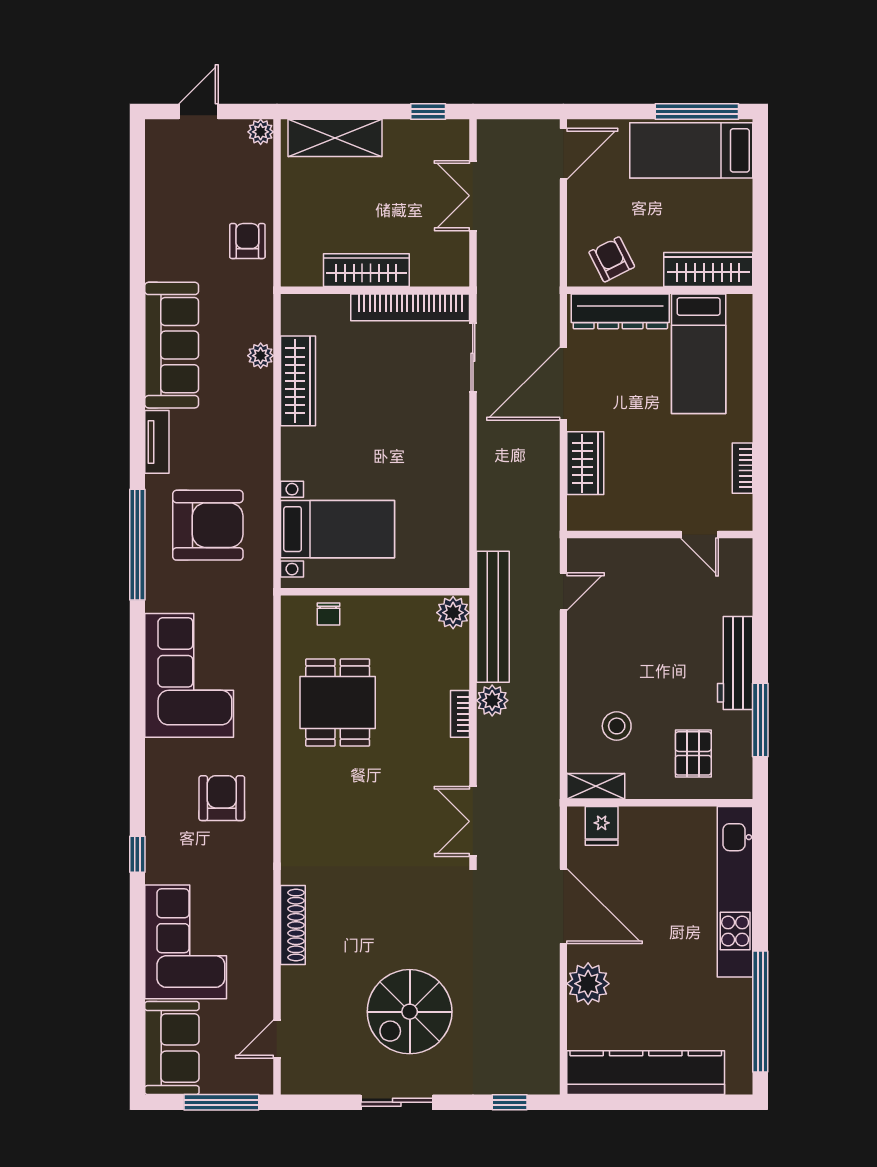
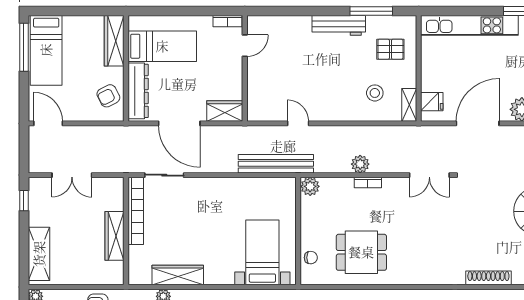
wall: (660, 535) -> (245, 68), moved
door: (700, 535) -> (245, 46), moved
bench: (493, 617) -> (276, 164), moved

